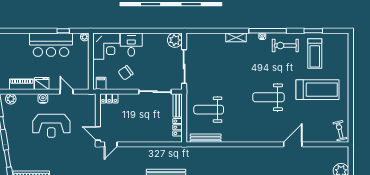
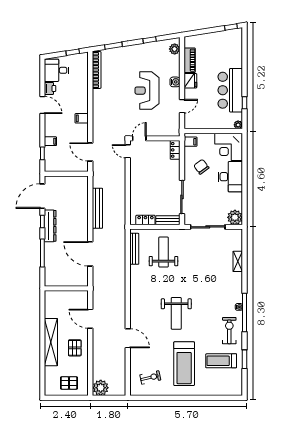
shelving: (236, 37) -> (238, 261), moved
desk: (131, 45) -> (230, 177), width x1.37
weight bench: (269, 97) -> (176, 313), turned 180
exercise bike: (340, 131) -> (150, 377), moved

